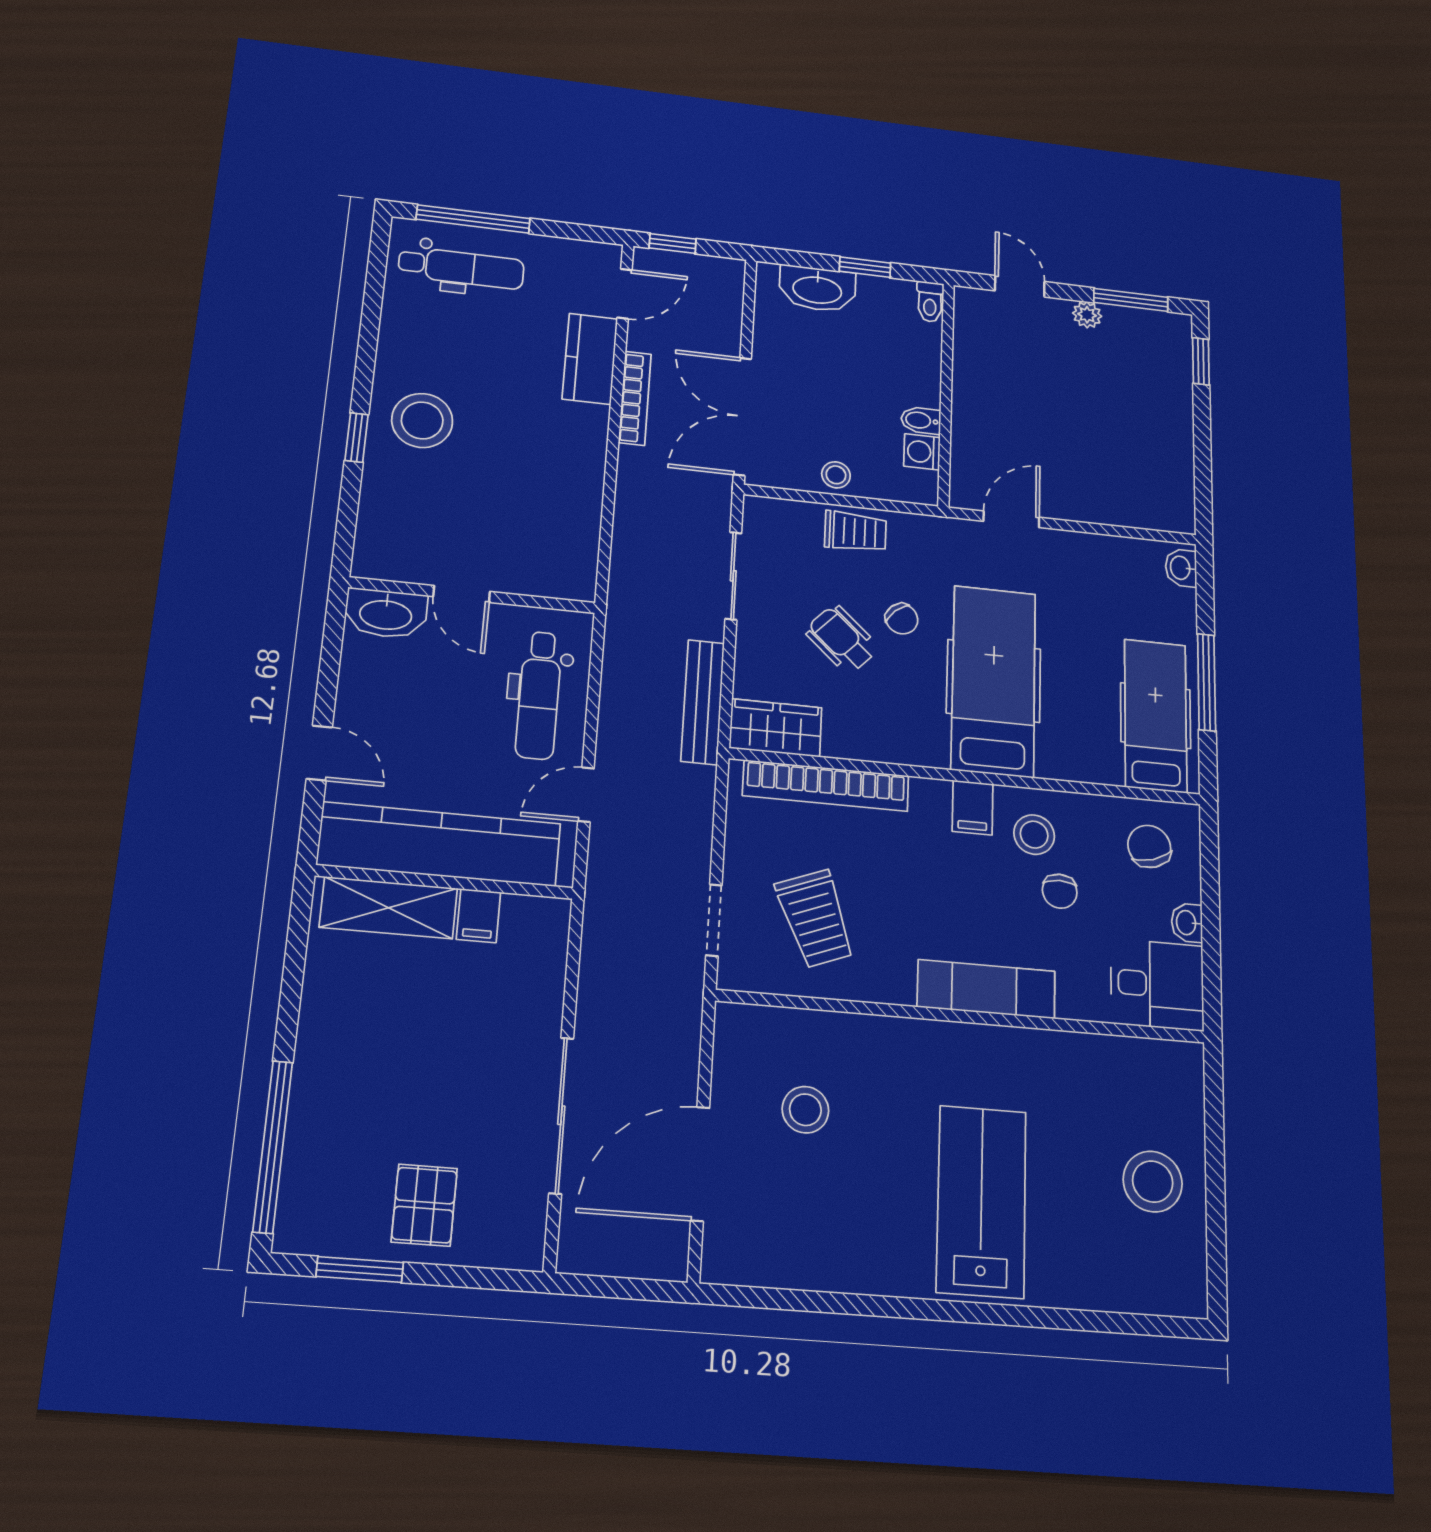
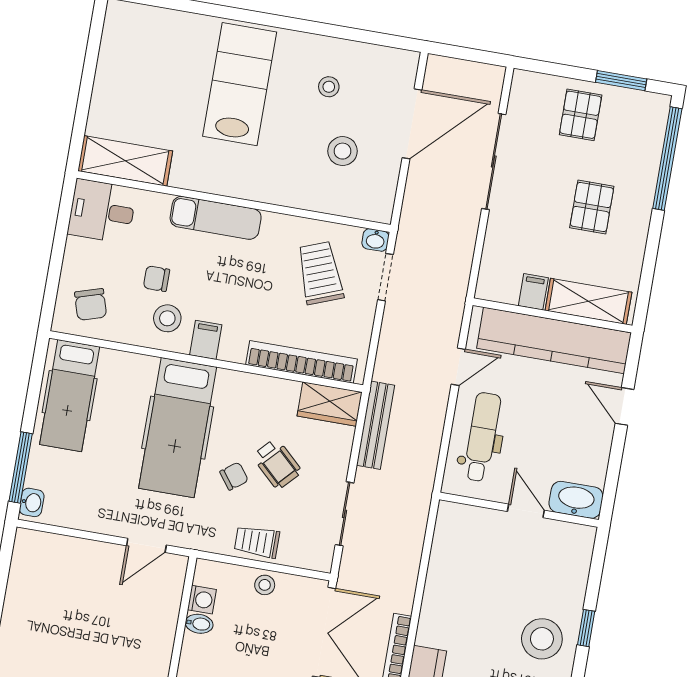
chair: (902, 619) -> (234, 476), turned 95
window: (1207, 682) -> (21, 467), moved
chair: (1060, 891) -> (157, 279), turned -90
washbasin: (1187, 923) -> (375, 240), moved, turned 90
pallet: (394, 1056) -> (592, 207), added
shelving: (1136, 1064) -> (125, 161), added
stool: (1153, 1182) -> (329, 87), moved, width x0.53, depth x0.53
lab bench: (982, 1201) -> (240, 84), turned 180

